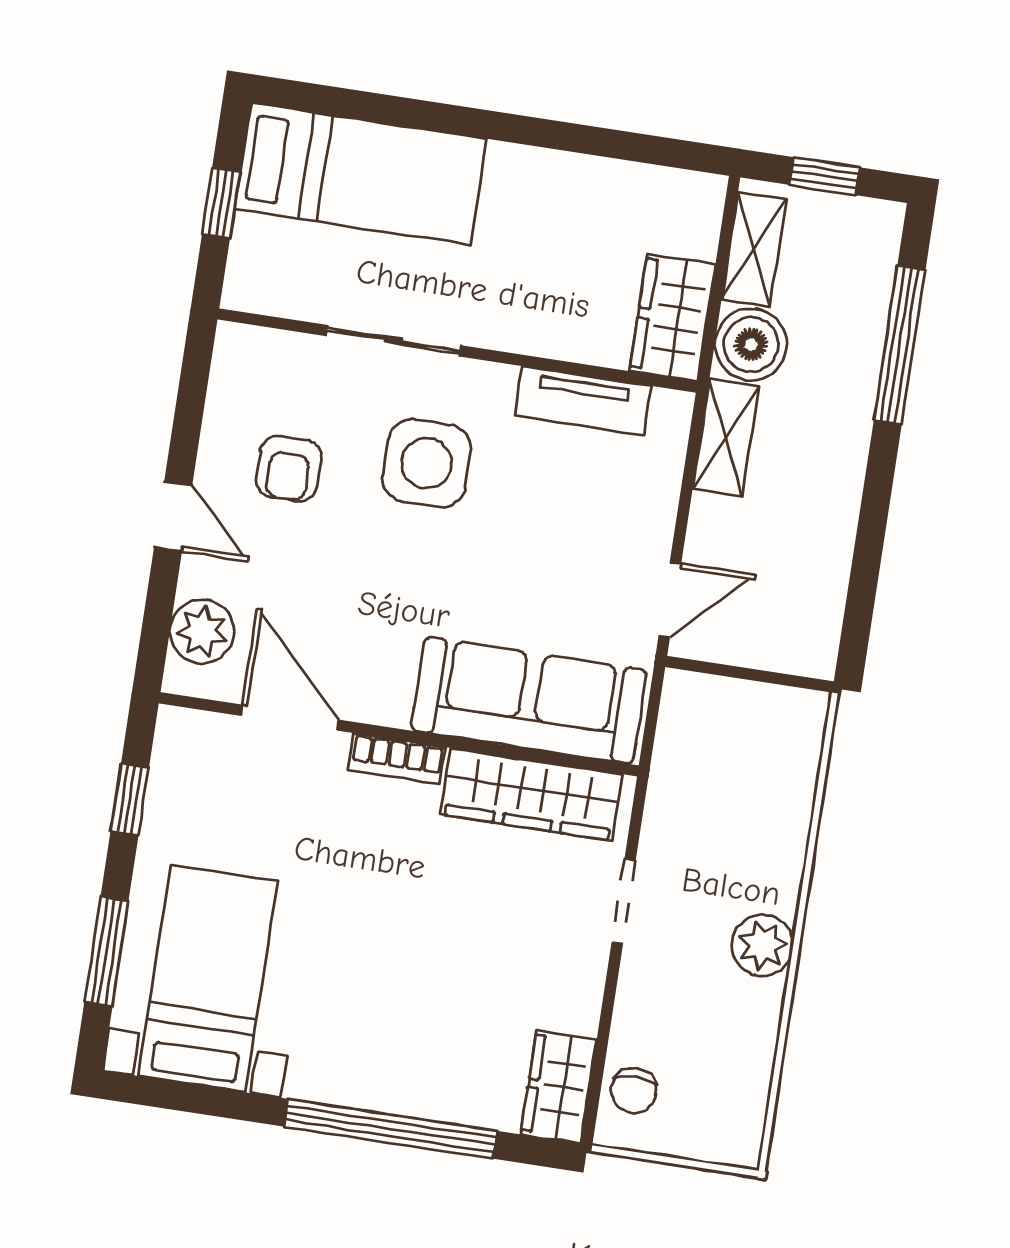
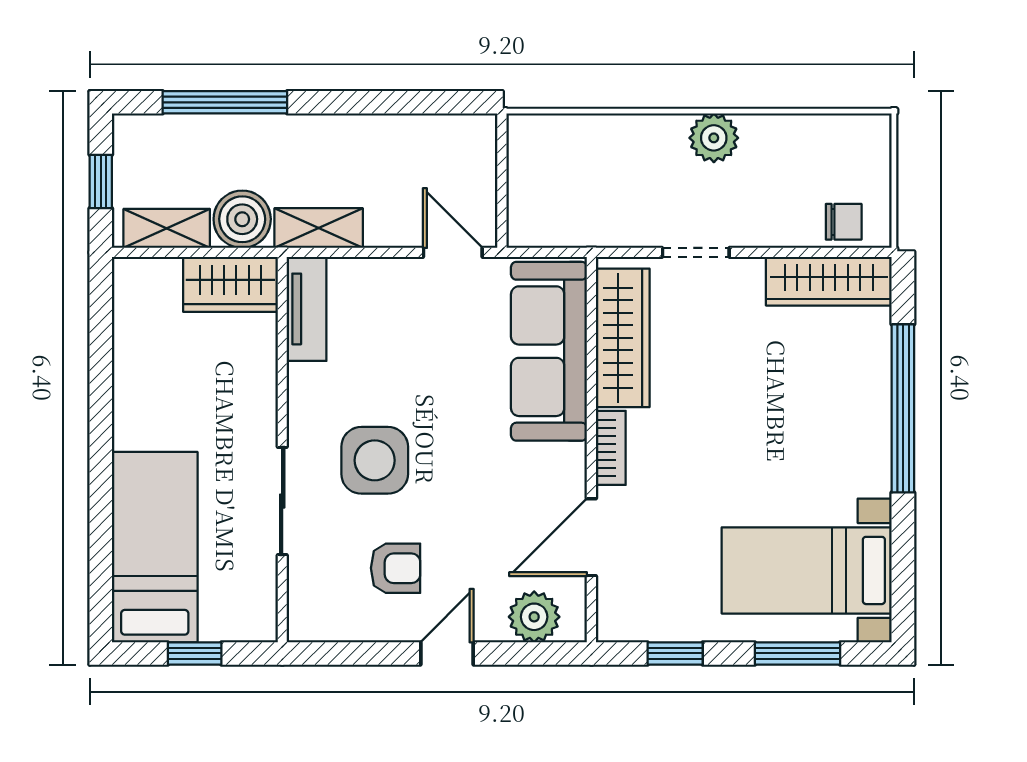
tv unit: (583, 401) -> (307, 309), moved
wardrobe: (559, 1087) -> (829, 281), width x1.50

